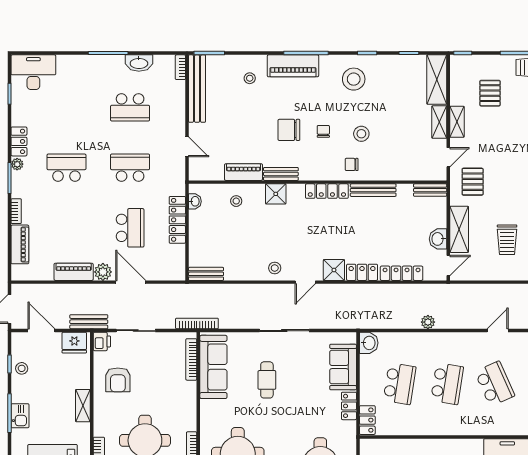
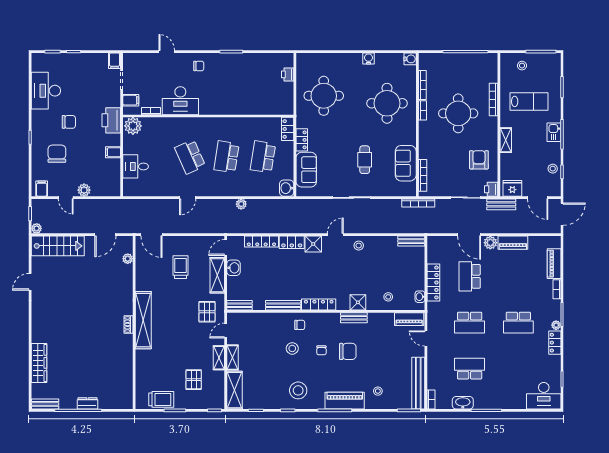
piano: (243, 172) -> (409, 319), moved
sofa: (213, 367) -> (406, 163), width x0.73

